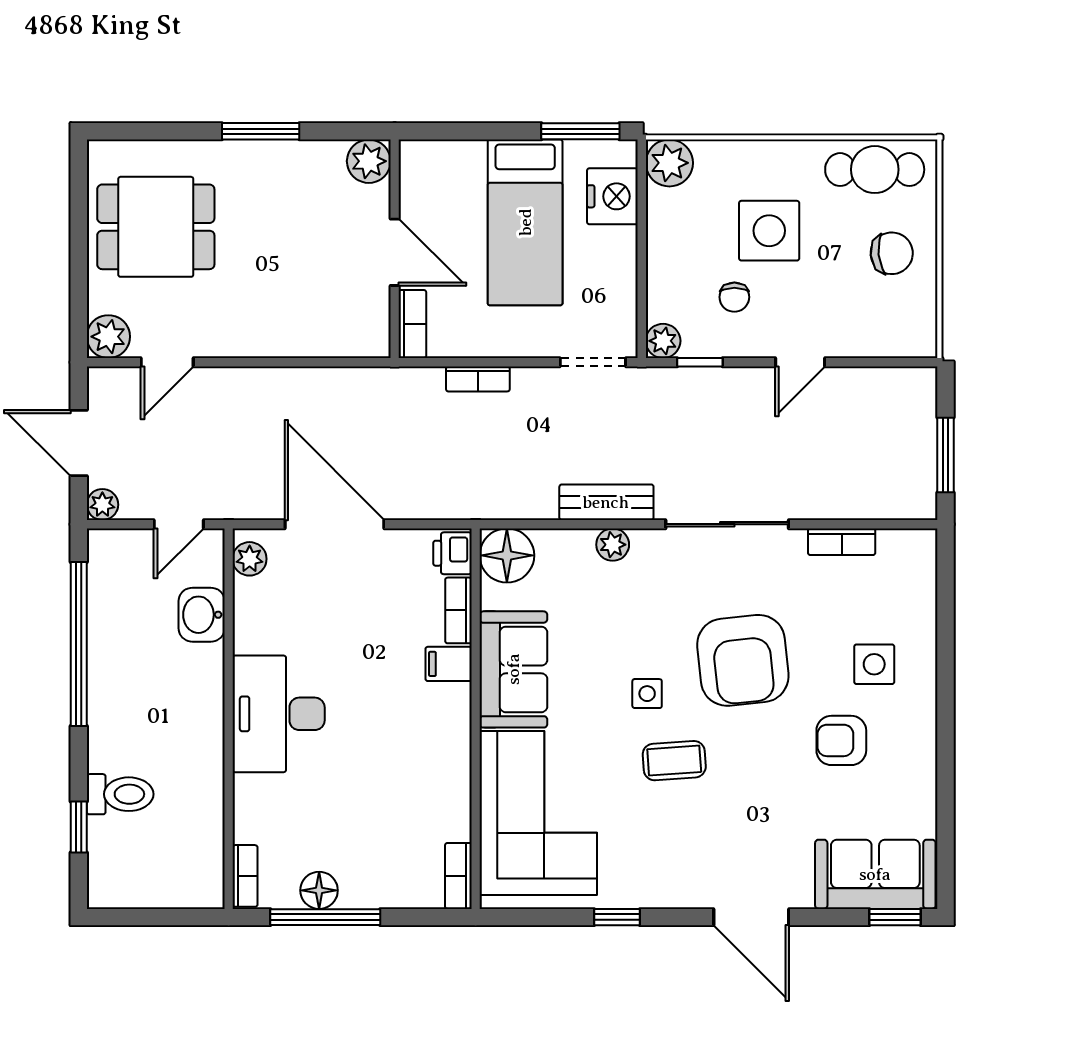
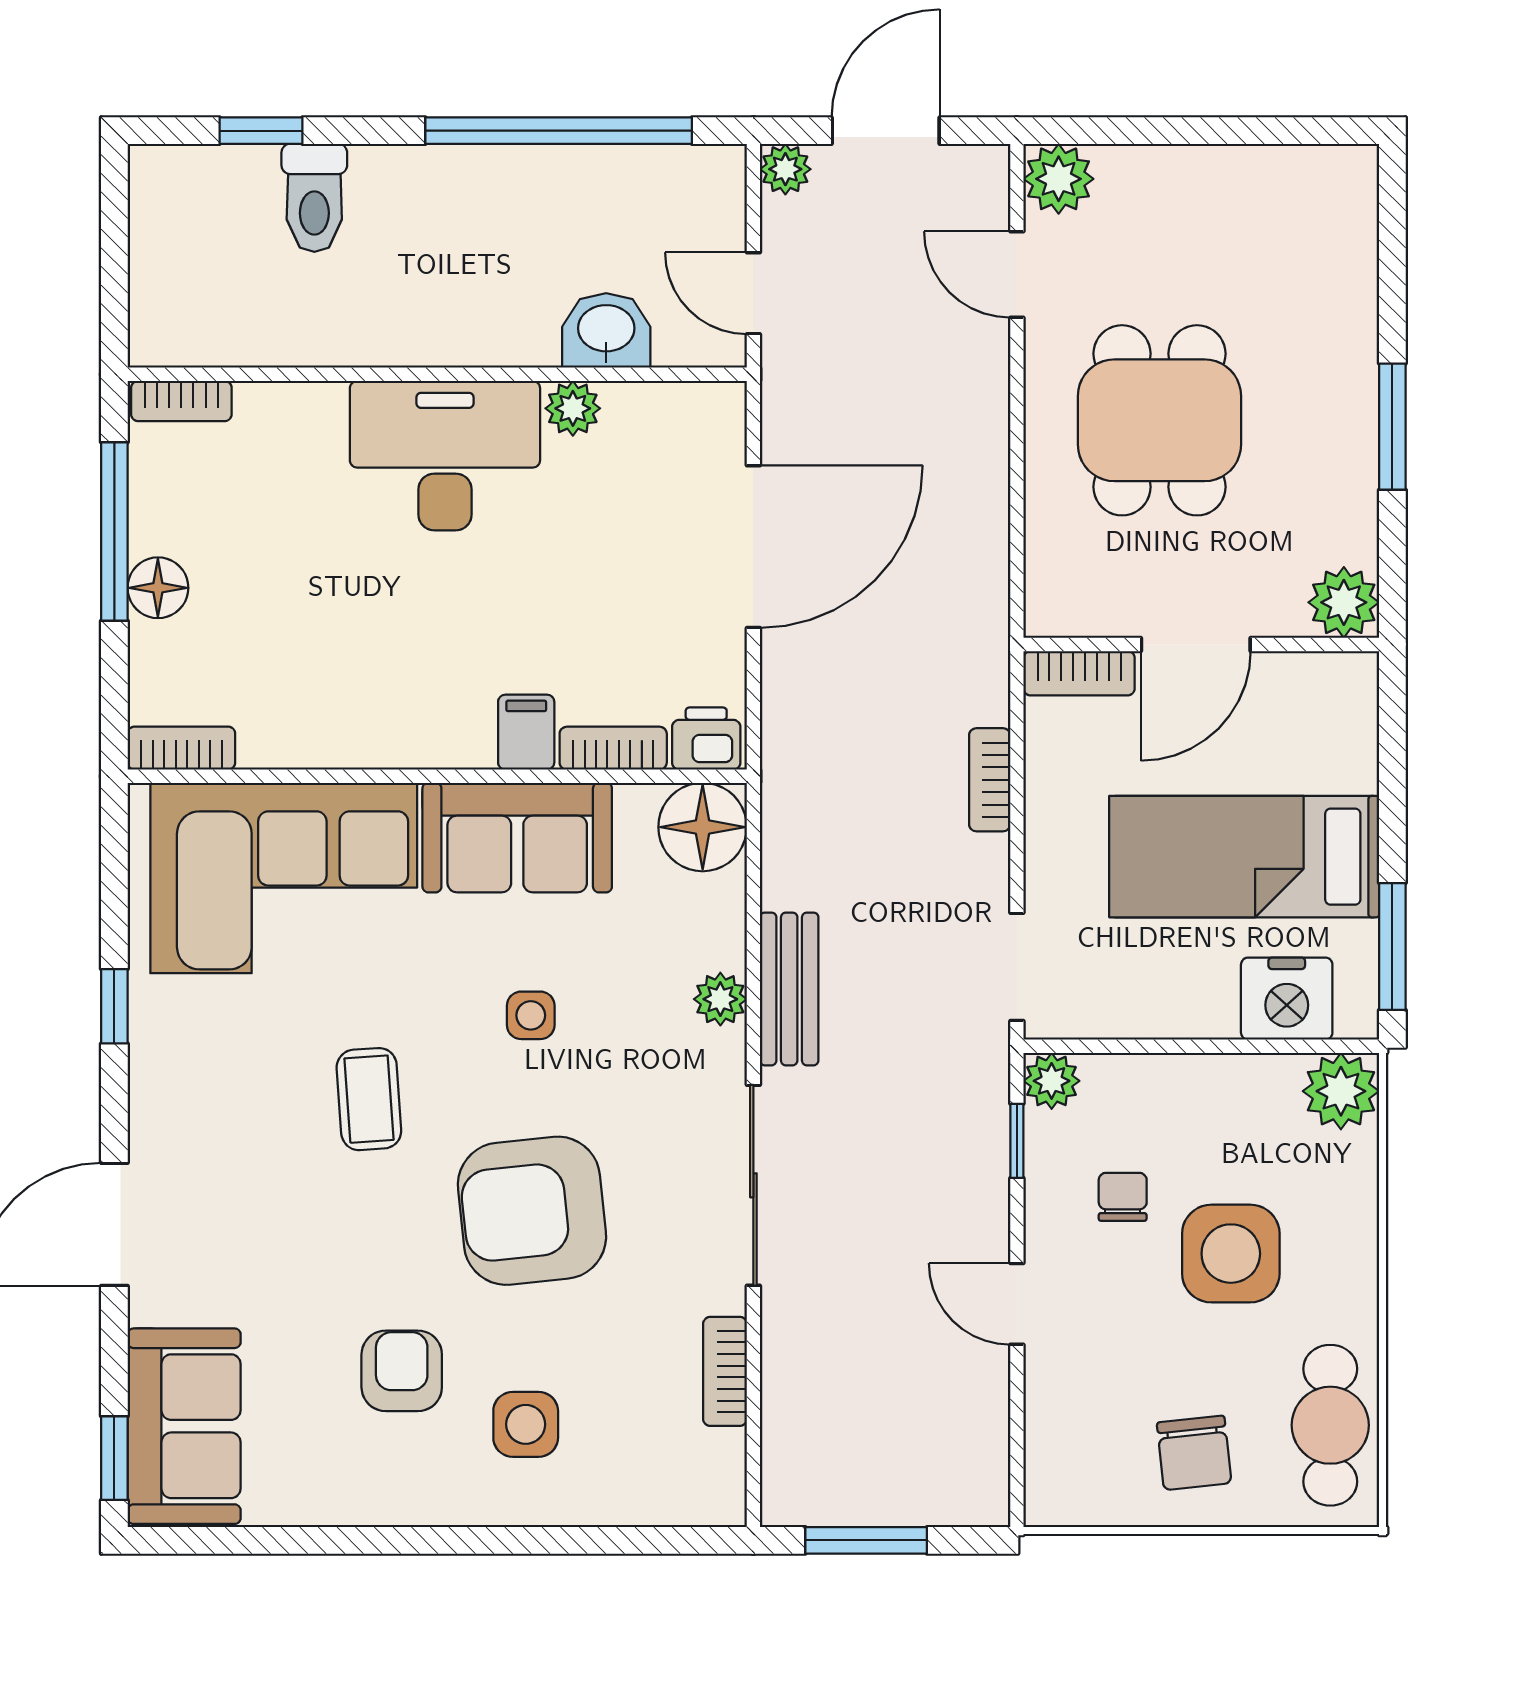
dining table: (156, 227) -> (1159, 420), moved
chair: (734, 297) -> (1123, 1197), turned 90
plant: (250, 559) -> (573, 408), moved
side table: (647, 694) -> (531, 1015), moved
floor lamp: (319, 890) -> (158, 588), moved

